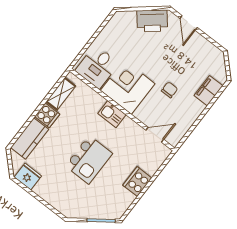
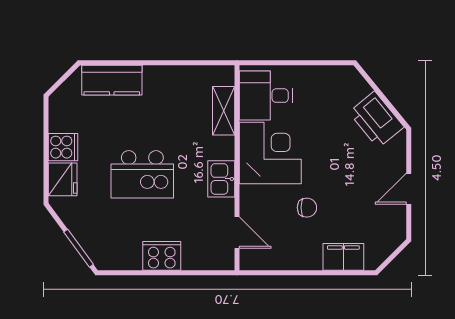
door: (189, 23) -> (409, 189), moved
shelving: (61, 94) -> (224, 111), moved, turned 90
kitchen sink: (112, 114) -> (221, 179), moved
cooker: (47, 115) -> (63, 147), moved, turned -90
fridge: (28, 177) -> (63, 179), moved

